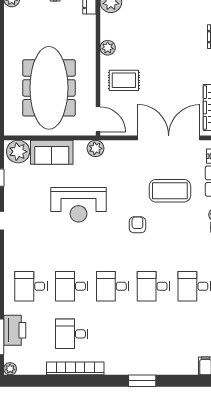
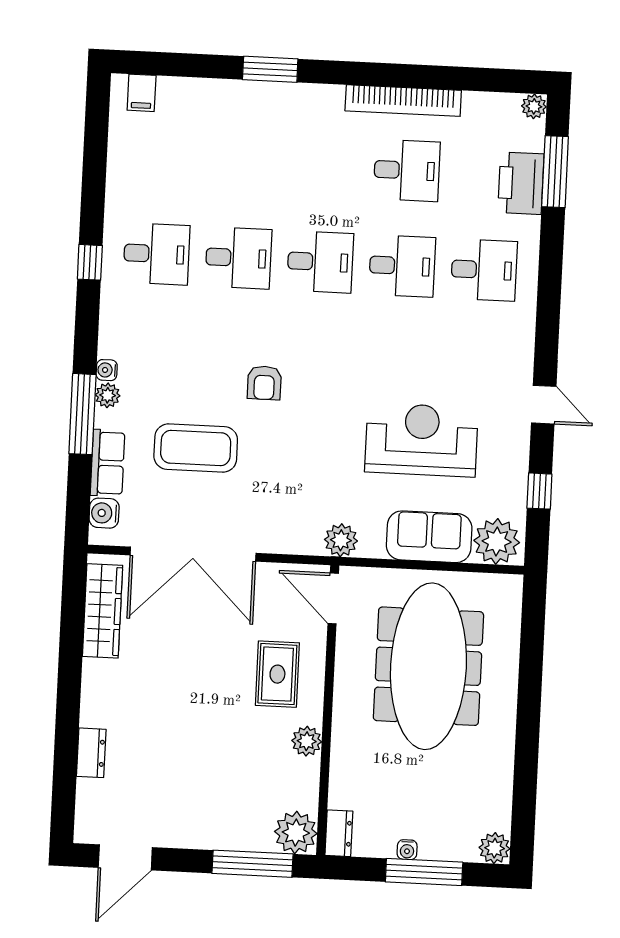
rug: (124, 80) -> (277, 674), turned 90
reception desk: (78, 205) -> (421, 440), moved

